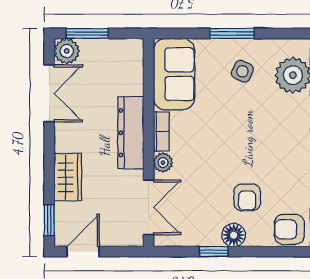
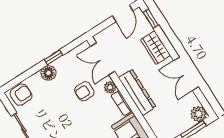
double door: (49, 93) -> (186, 74), moved
armchair: (247, 197) -> (84, 91), moved, turned -90

